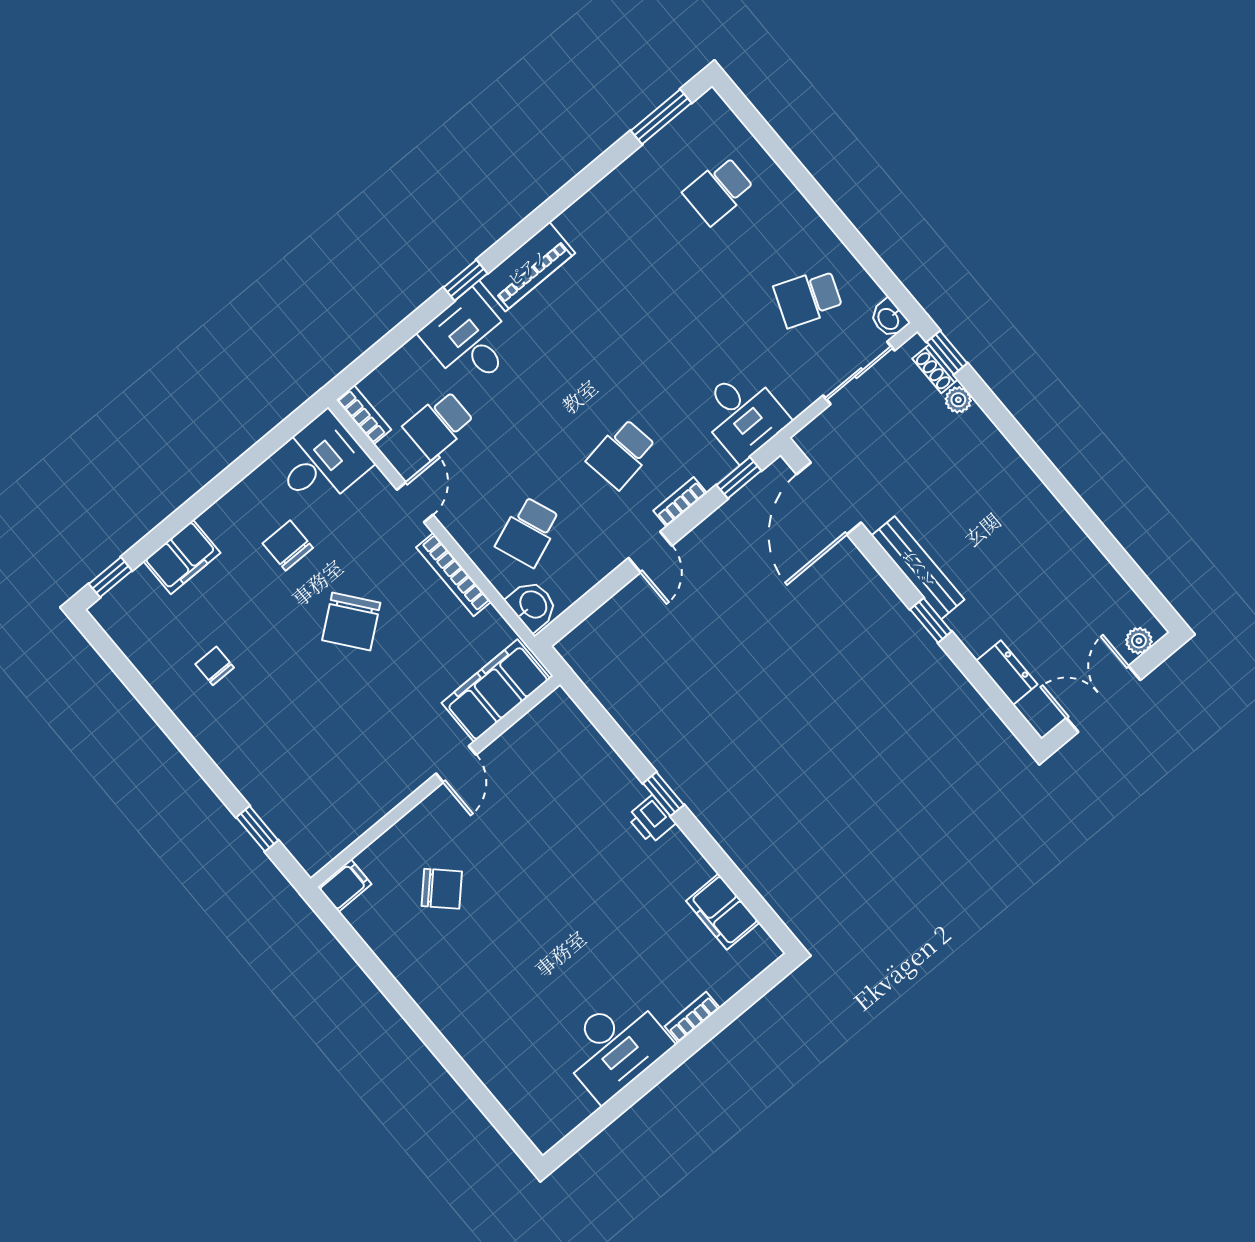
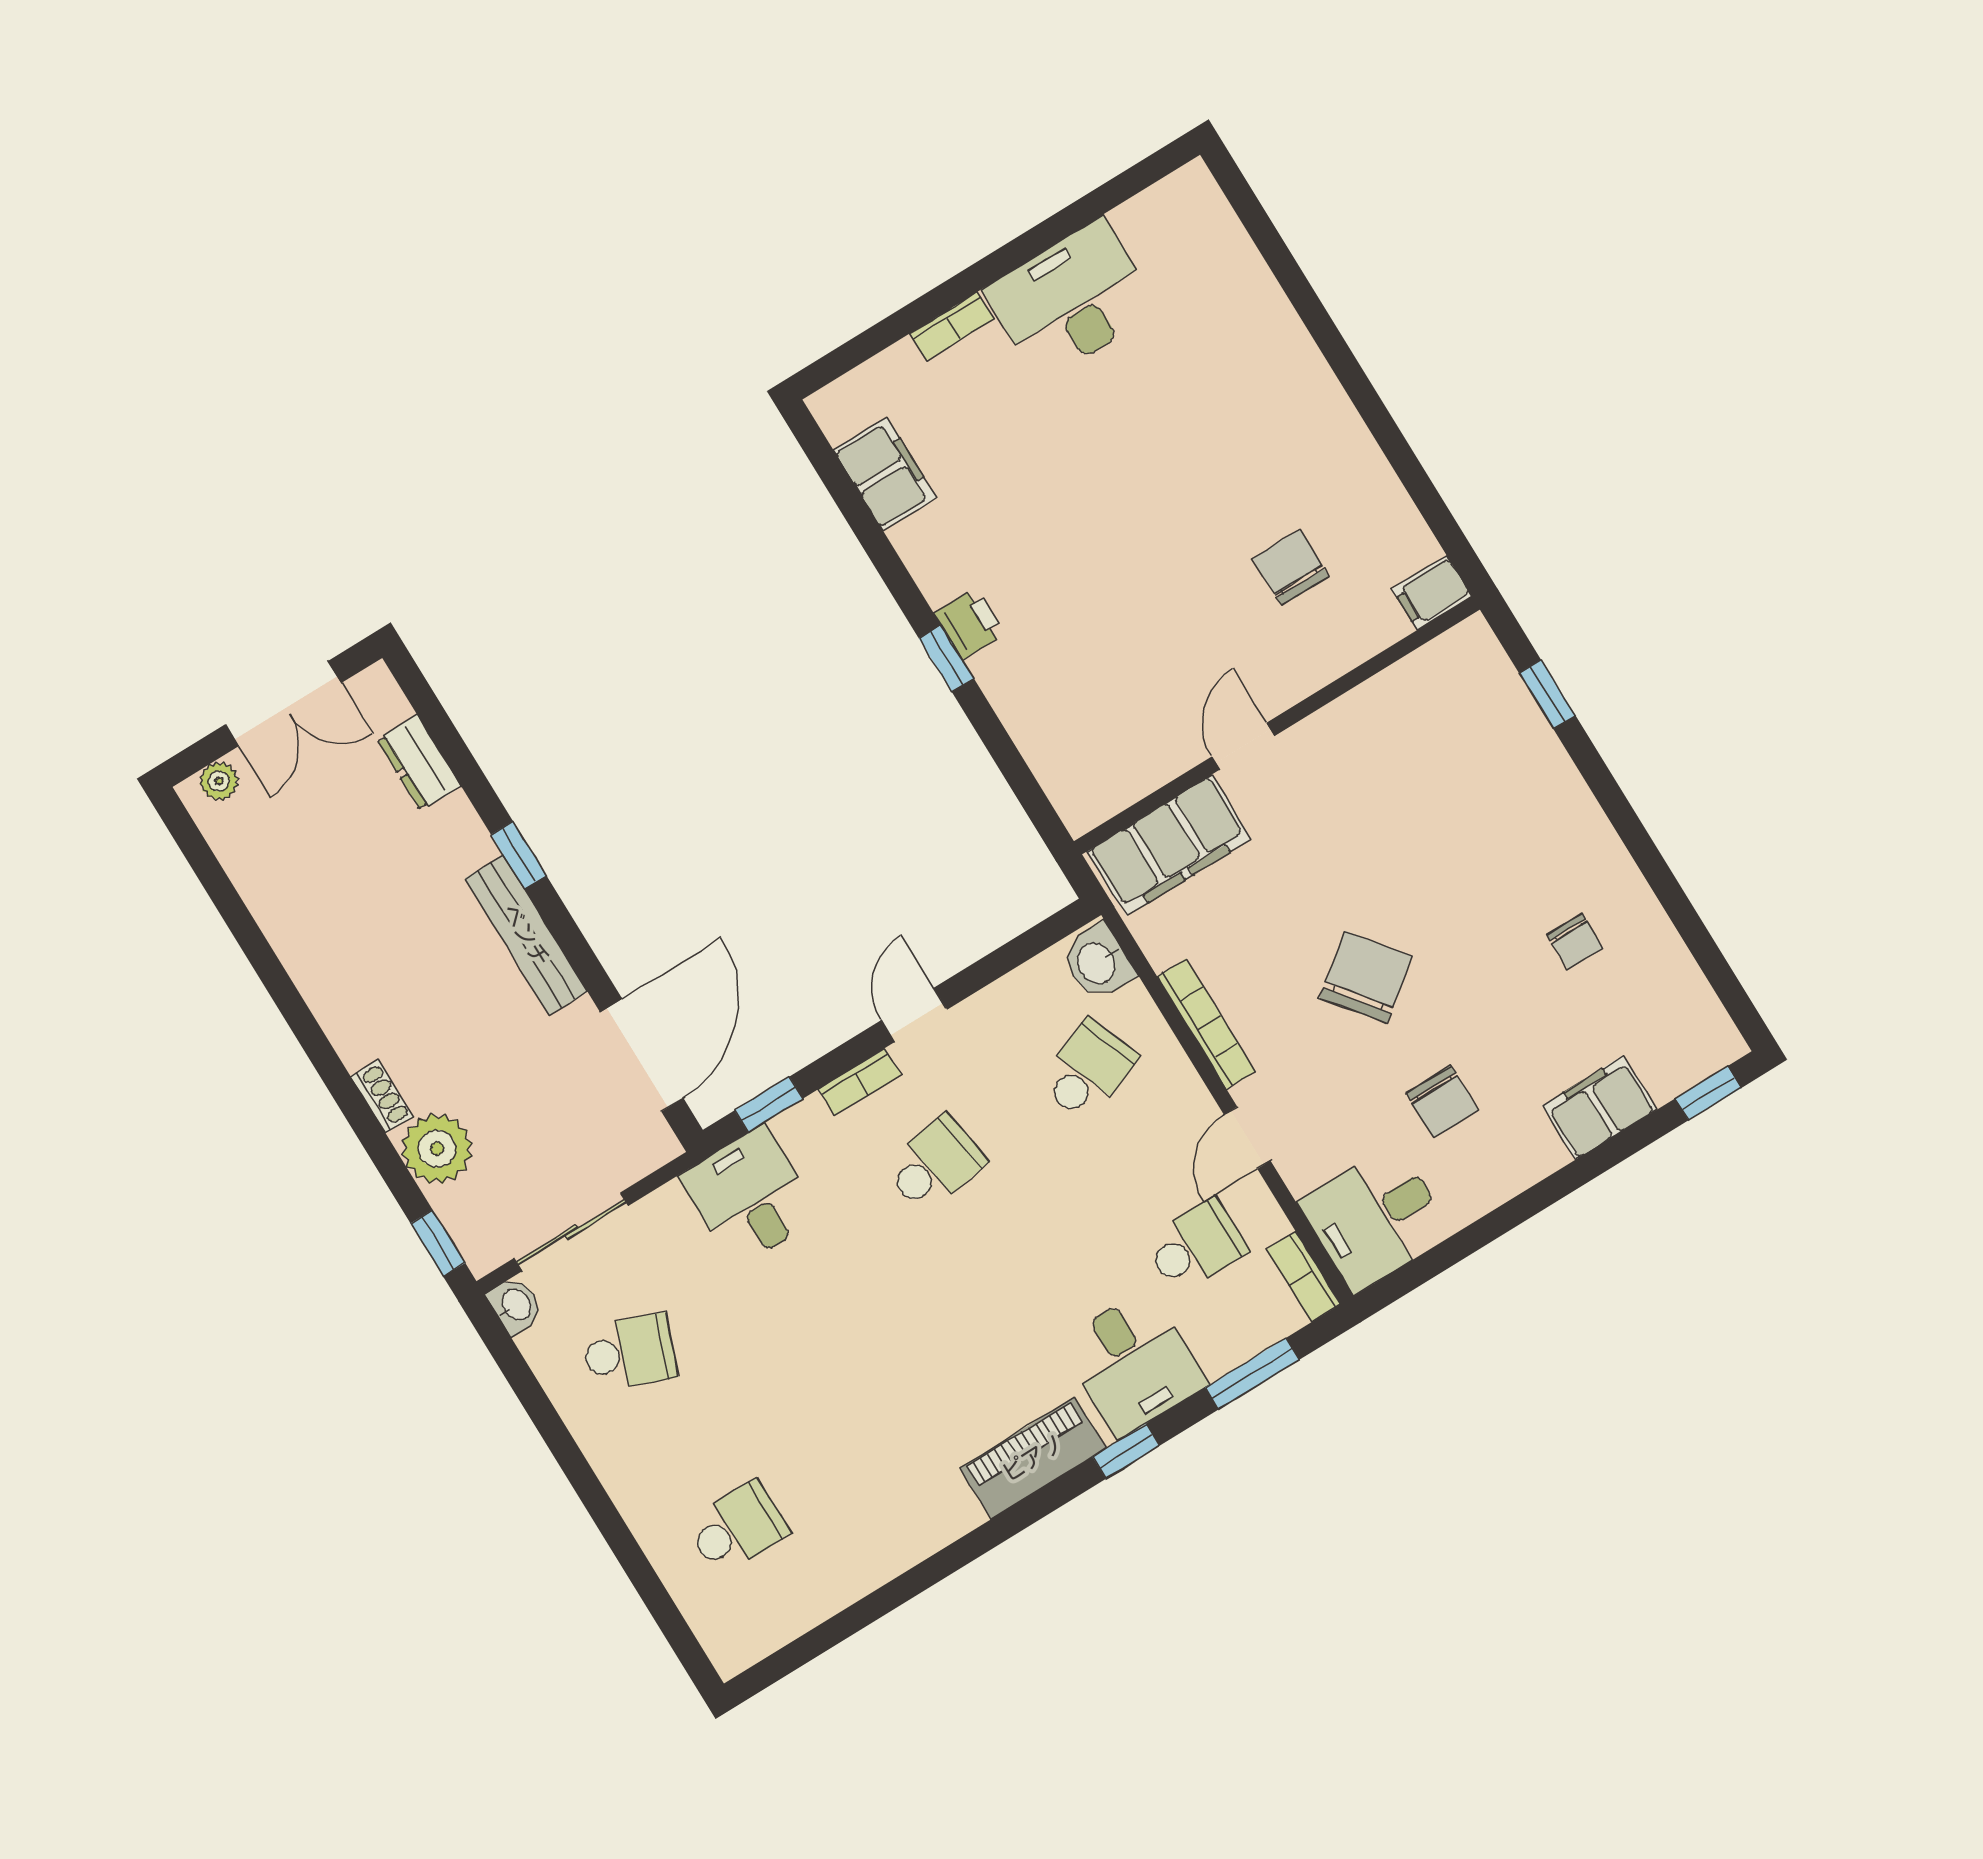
window: (661, 117) -> (1252, 1374), moved
shoe rack: (935, 369) -> (382, 1096), moved
plant: (958, 400) -> (437, 1149), width x1.88, depth x1.88
chair: (442, 889) -> (1291, 567), turned 46

